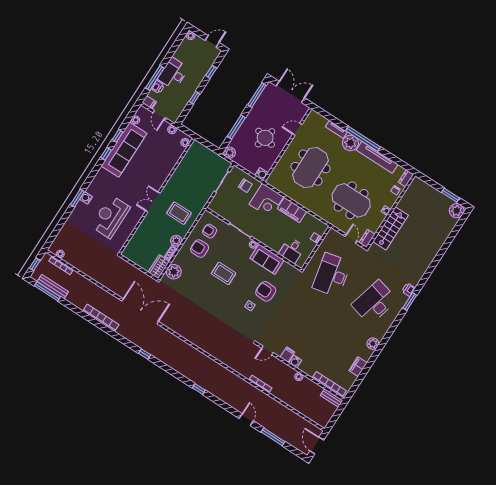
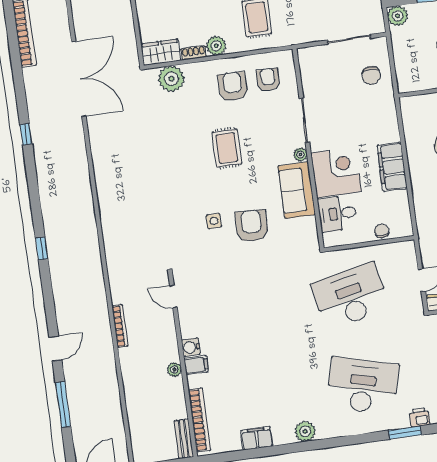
water cooler: (262, 174) -> (406, 84), removed
corner desk: (266, 200) -> (336, 172), moved, turned 180
filing cabinet: (287, 355) -> (196, 365), moved

